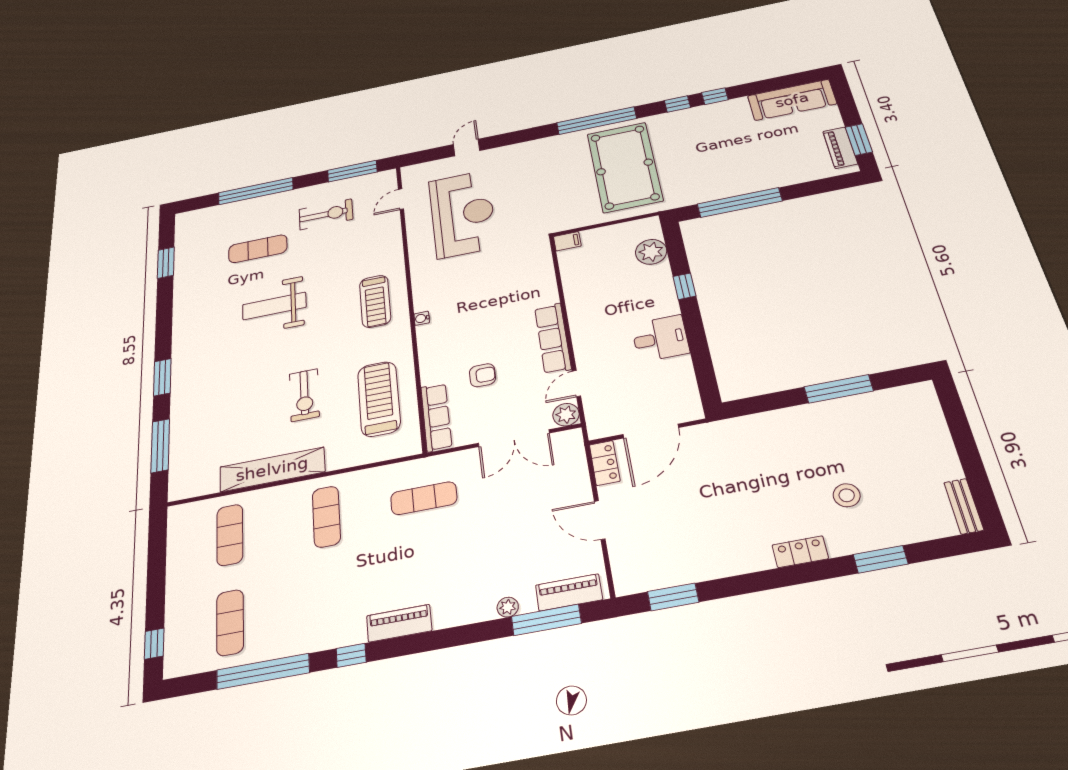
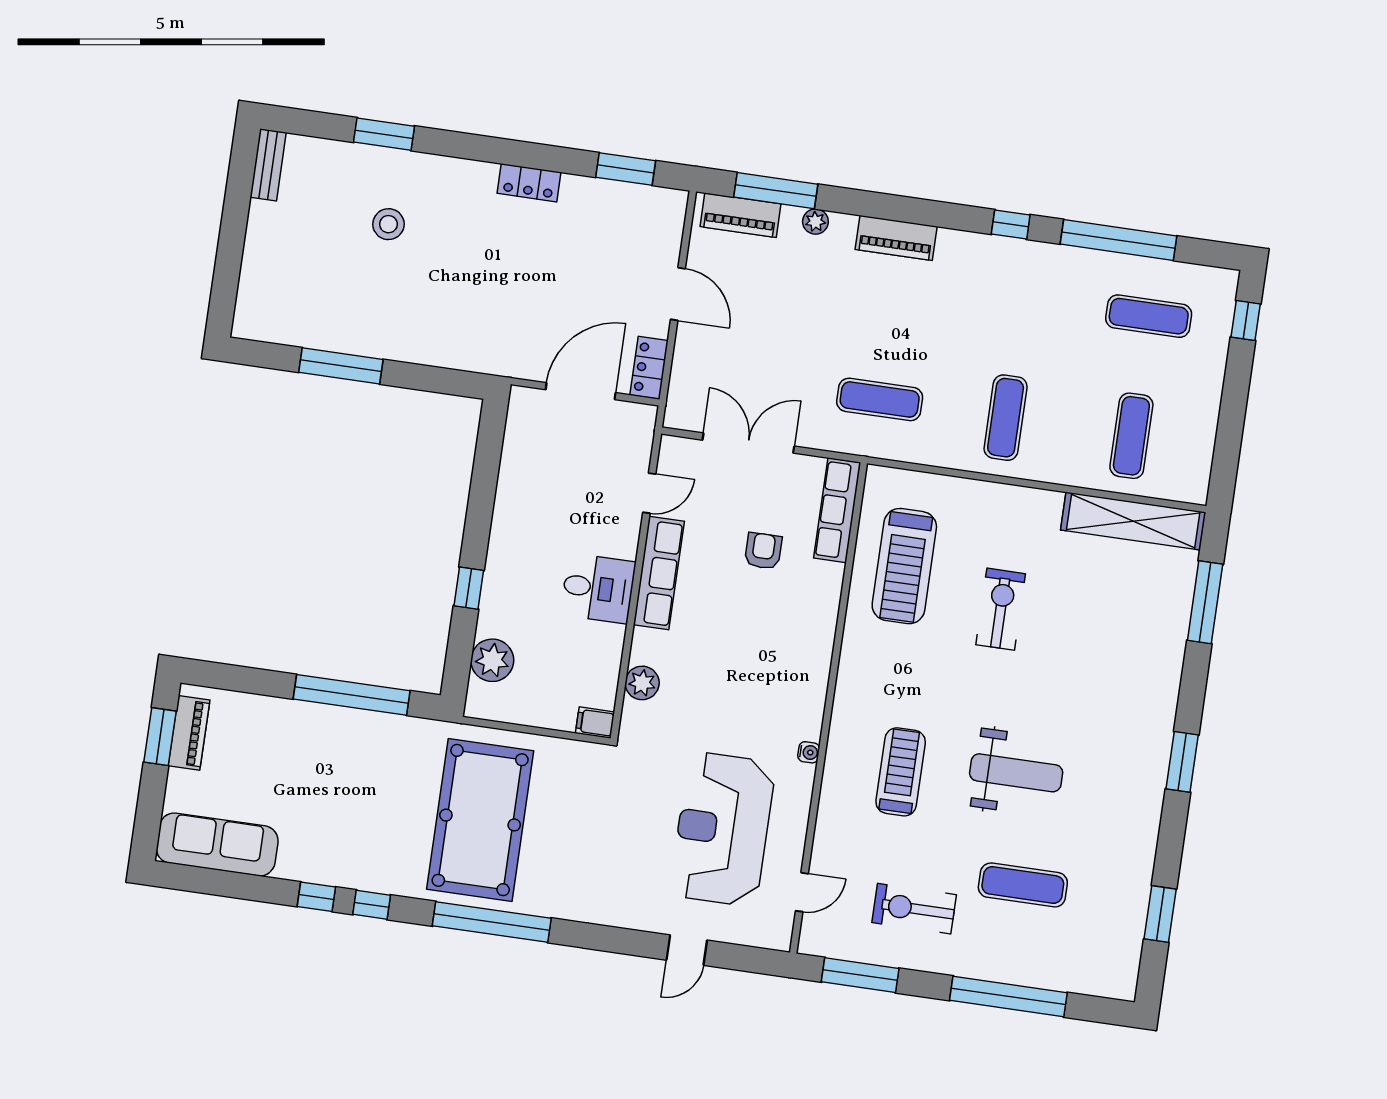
treadmill: (375, 301) -> (901, 772), moved
water cooler: (422, 318) -> (809, 752), moved
desk: (660, 338) -> (598, 588), moved, turned 180
armchair: (482, 375) -> (763, 551), turned 90
window: (162, 377) -> (1182, 762), moved
plant: (566, 415) -> (642, 683), moved
shelving: (272, 469) -> (1133, 521), moved
locker: (800, 552) -> (529, 183), moved
exercise mat: (230, 622) -> (1149, 316), turned 90
piano: (399, 623) -> (896, 238), moved

